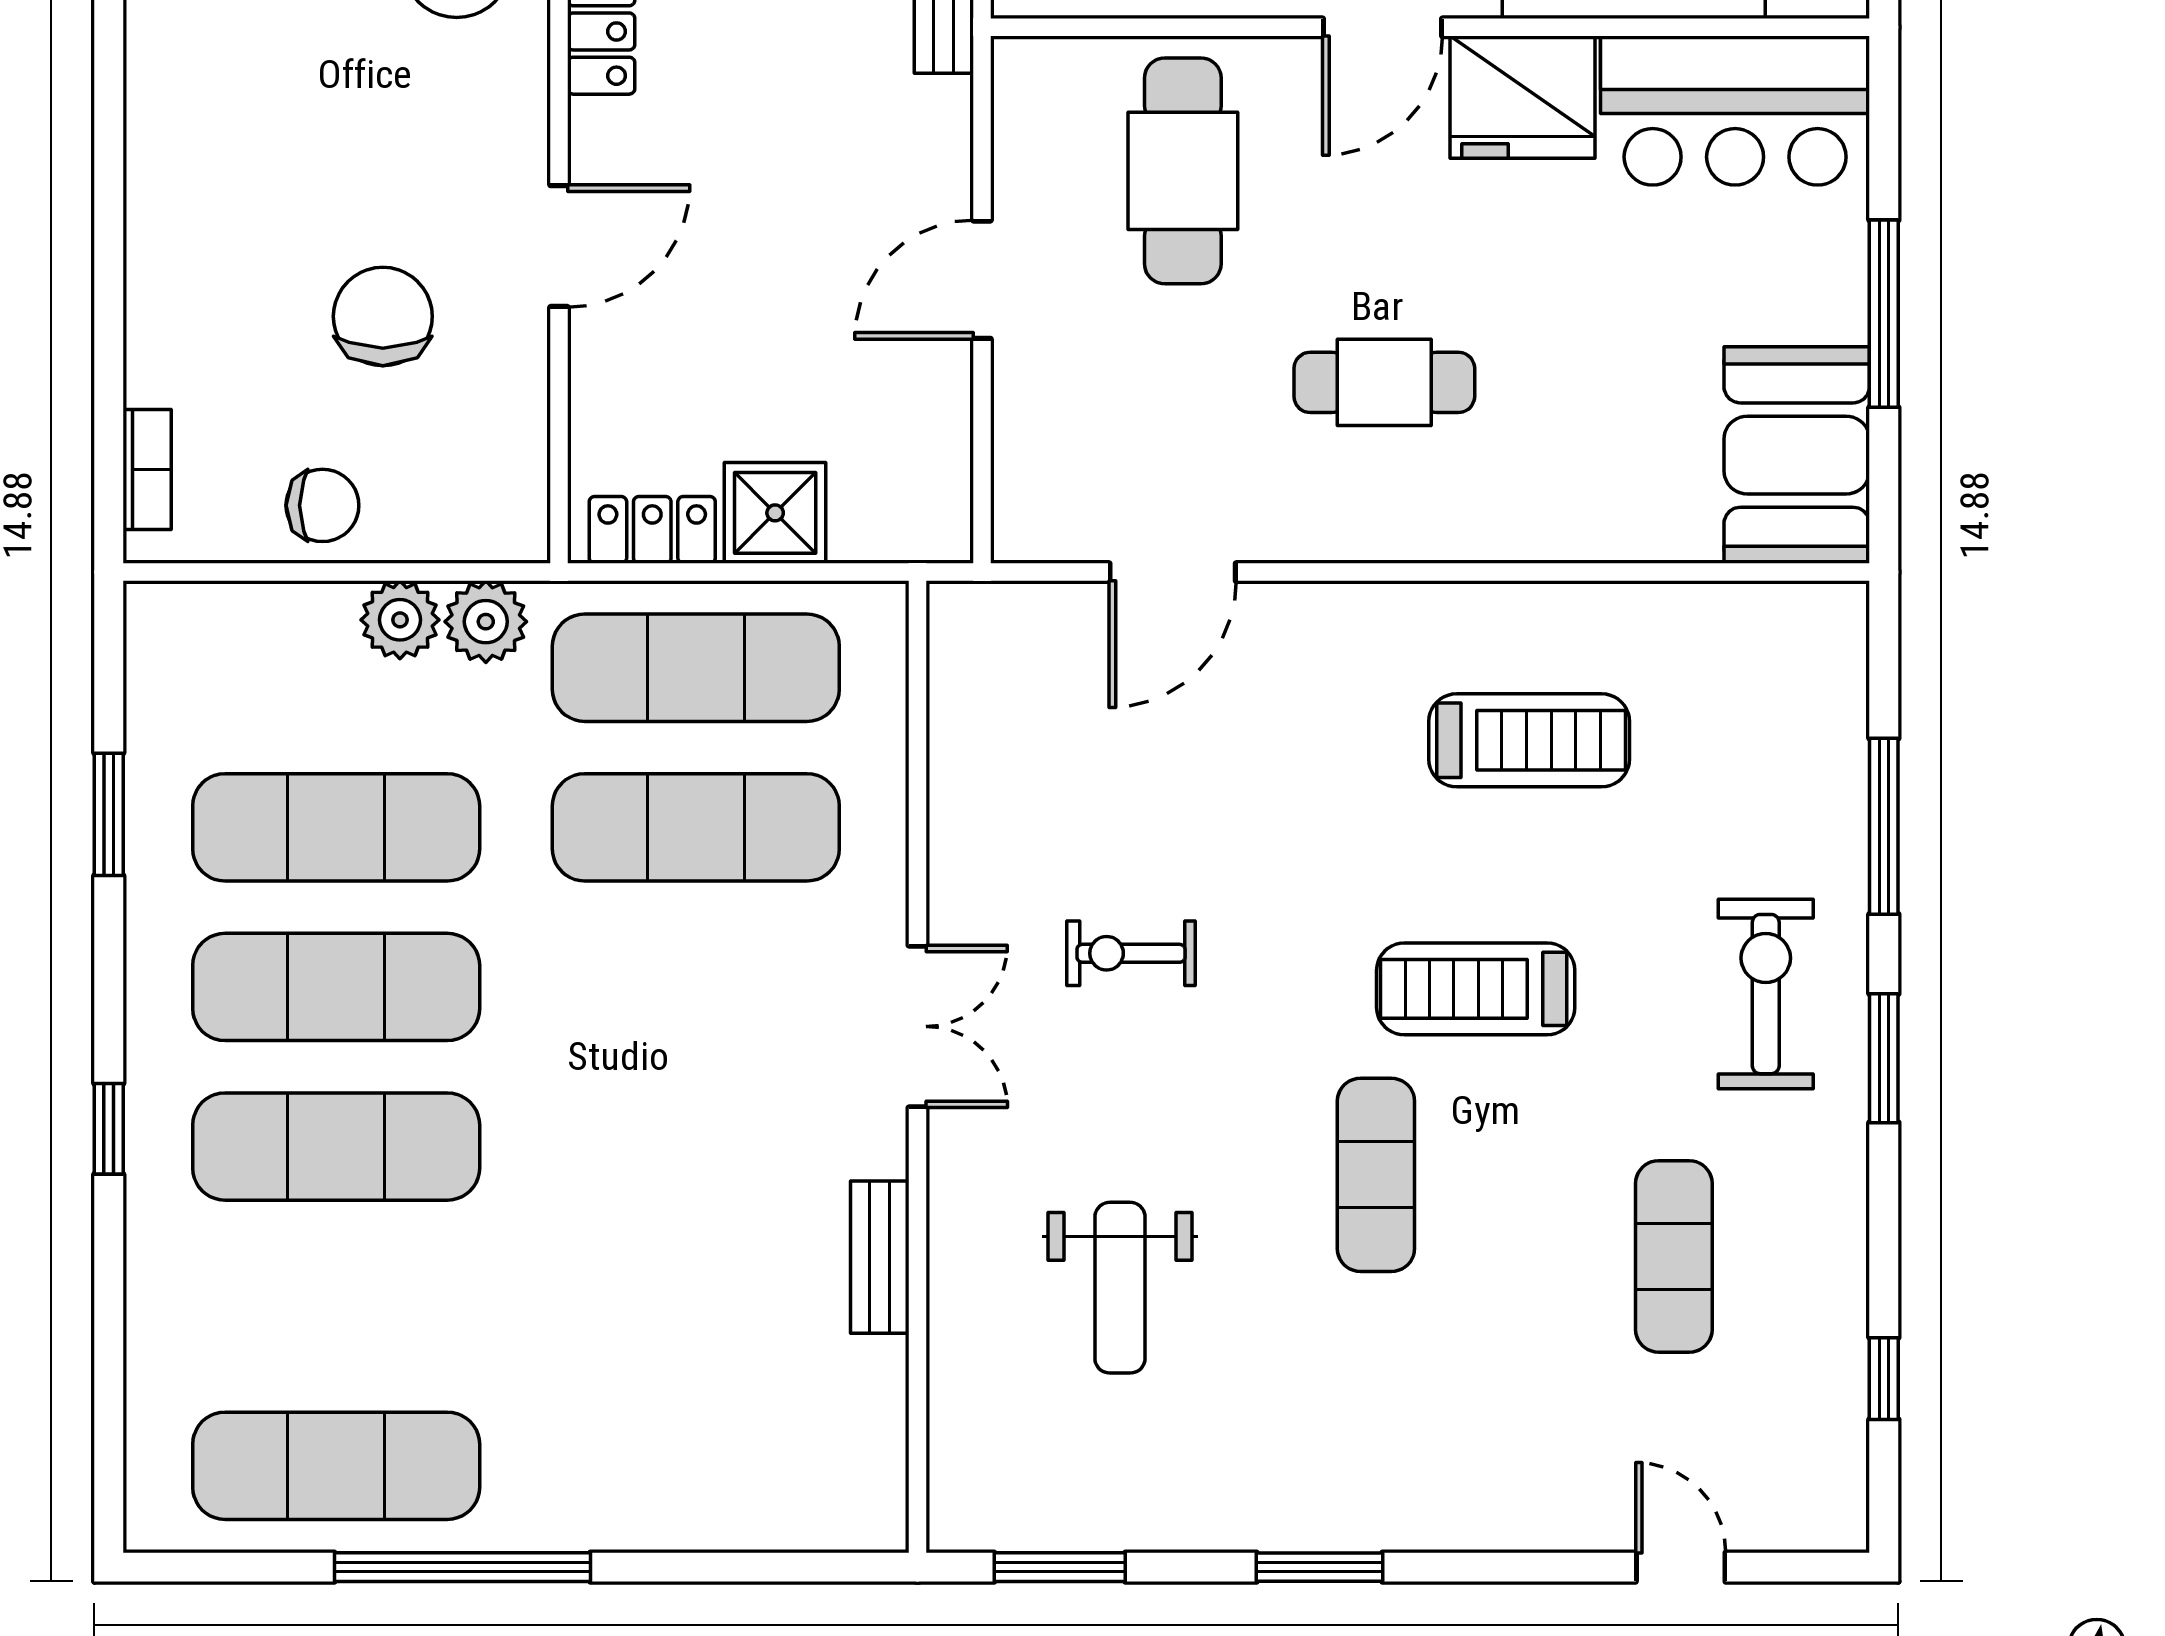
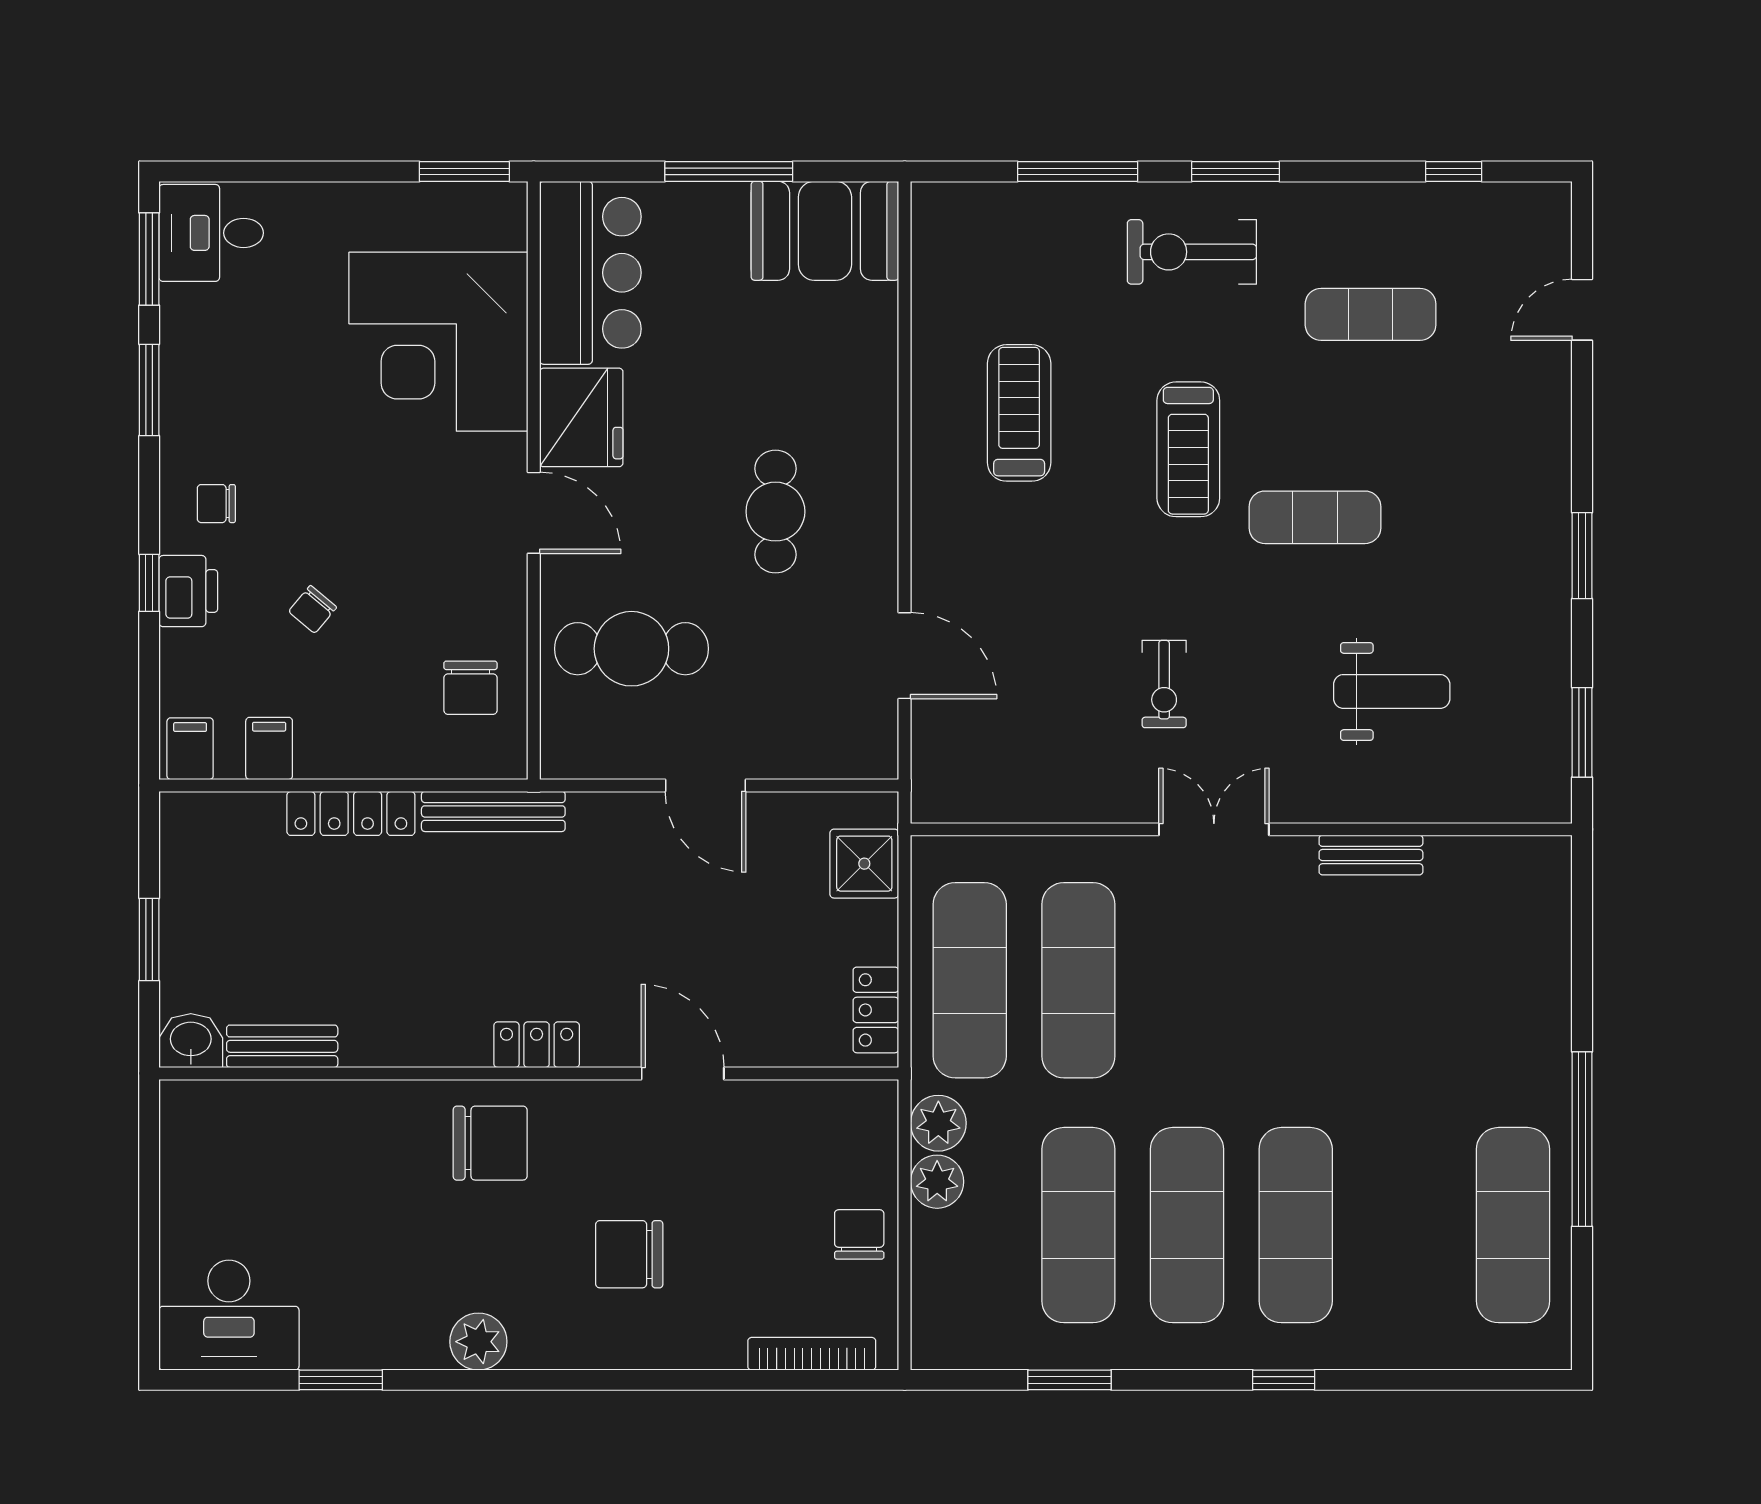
chair: (383, 316) -> (629, 1254), moved
bookcase: (147, 470) -> (812, 1354), width x1.56
shower: (775, 513) -> (864, 864), moved

